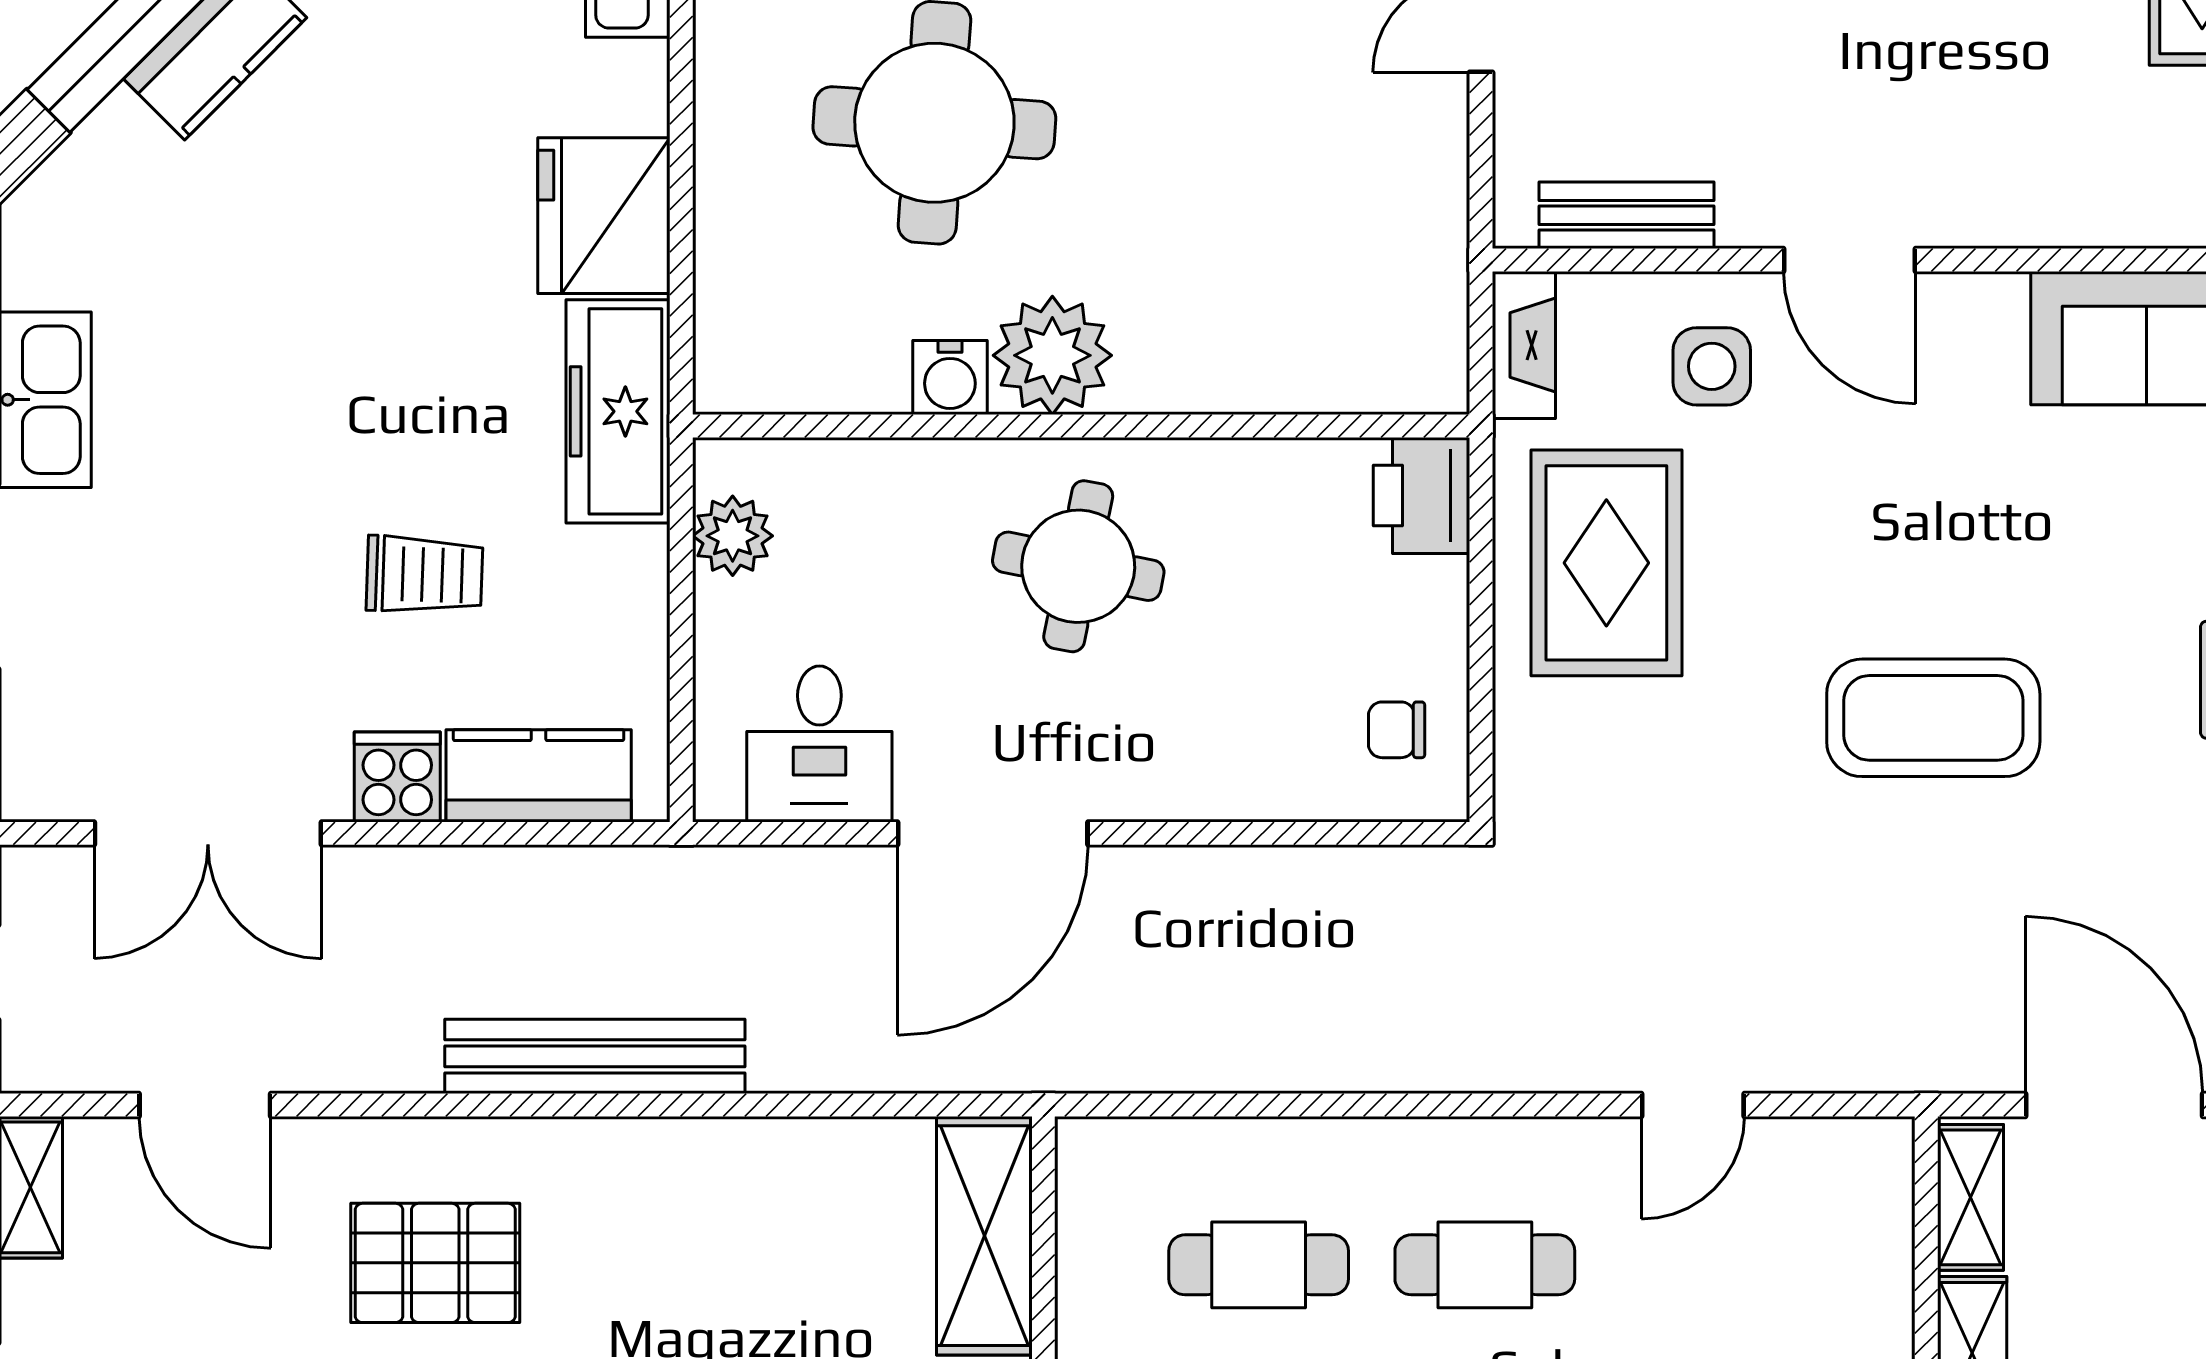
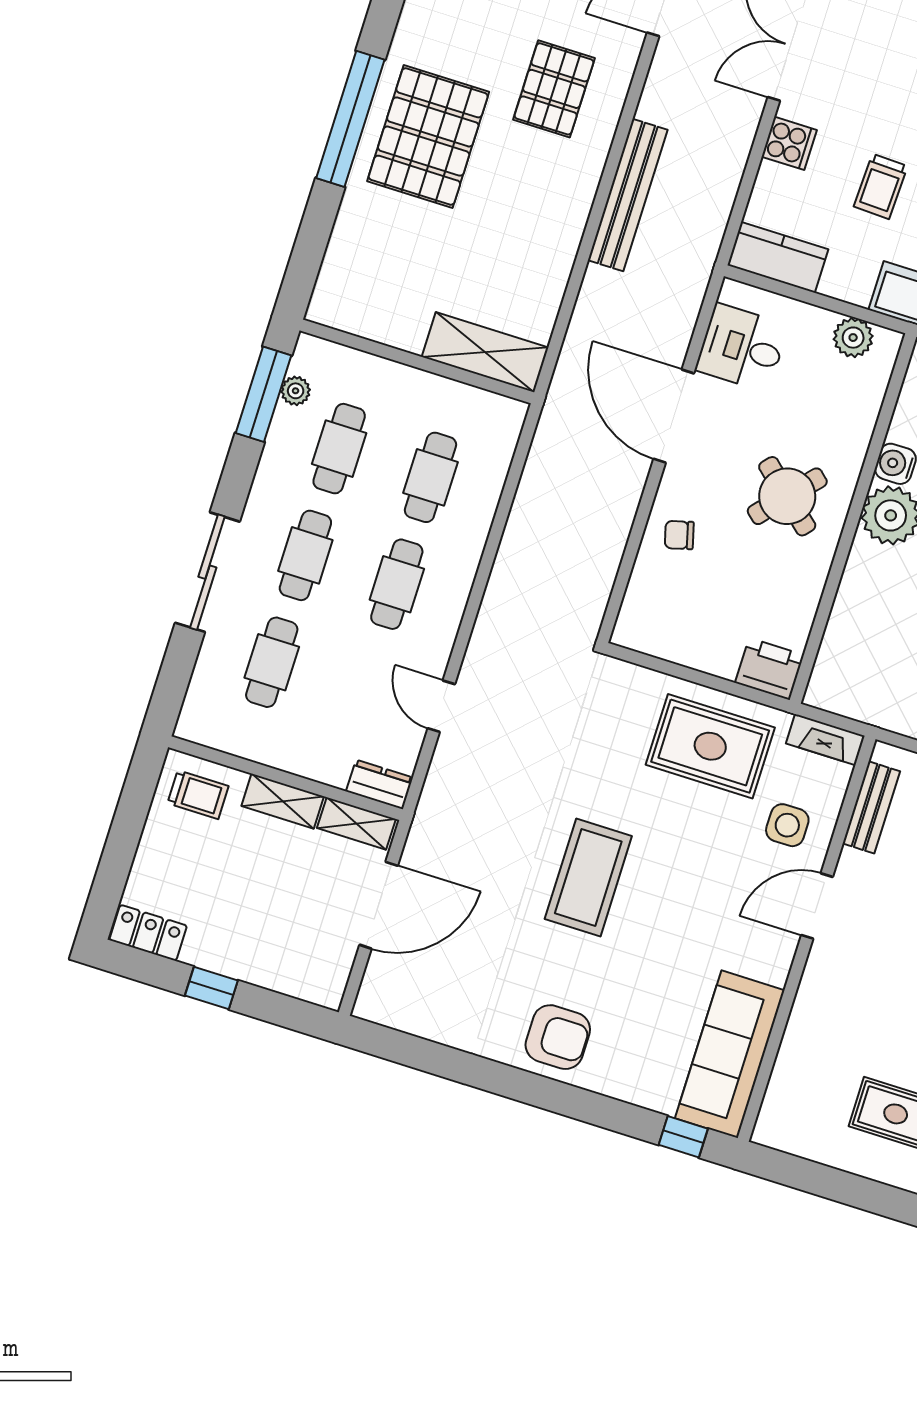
round table: (1078, 566) -> (787, 496), turned 31
chair: (1397, 730) -> (679, 535), moved, turned -105
kitchen counter: (539, 776) -> (778, 257), moved, turned -90
dresser: (1881, 1177) -> (379, 784), added

